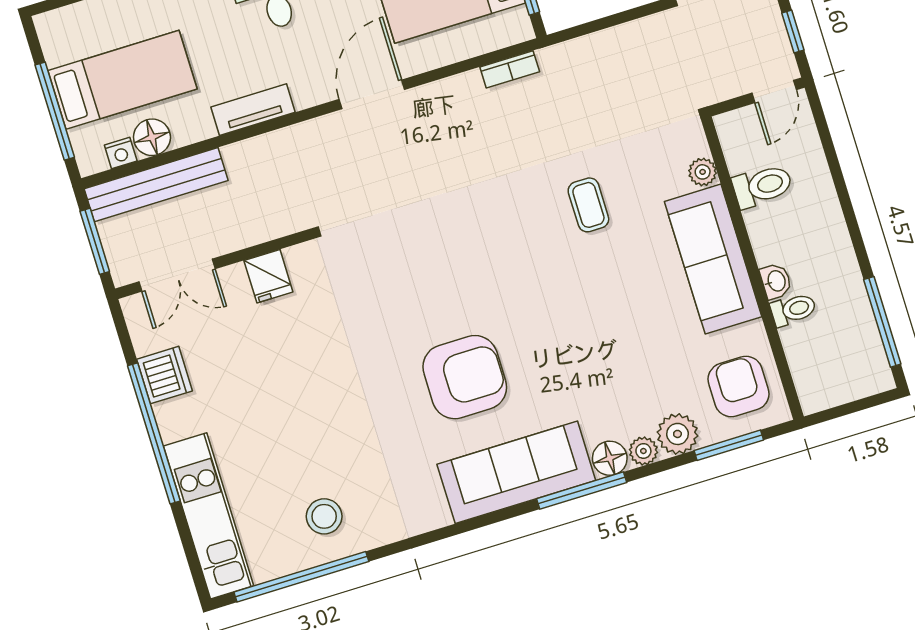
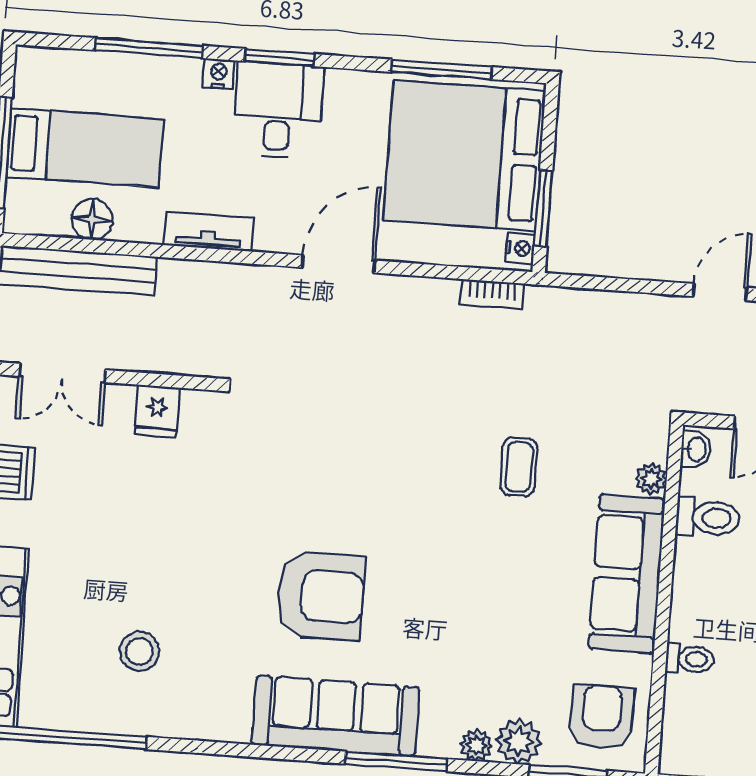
nightstand: (121, 153) -> (520, 248), moved, turned -90
washbasin: (776, 281) -> (696, 449), moved
floor lamp: (610, 458) -> (438, 739), removed
stool: (324, 516) -> (139, 652), moved

